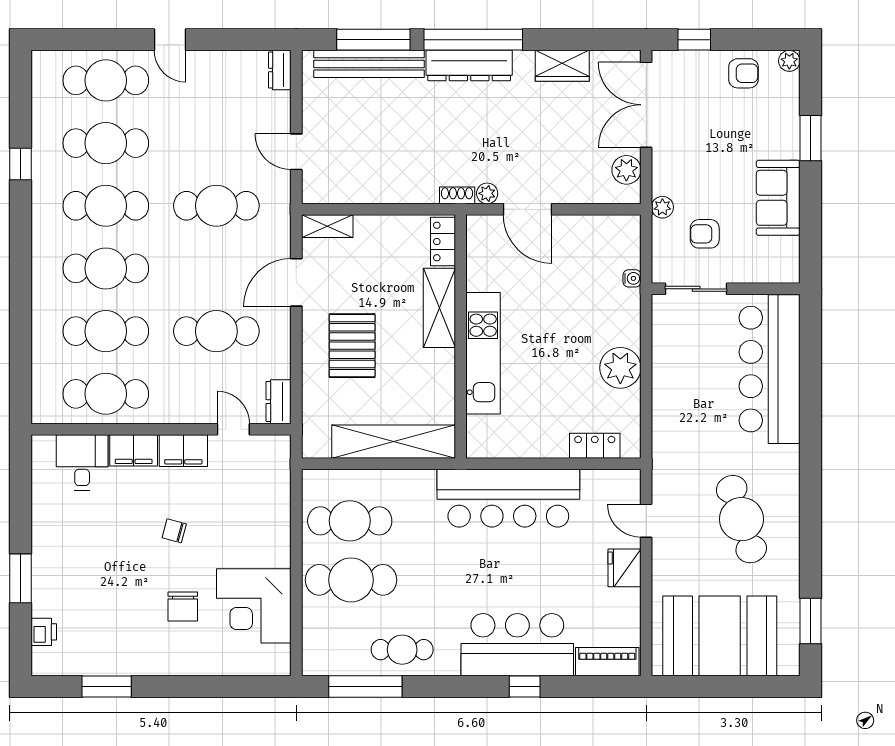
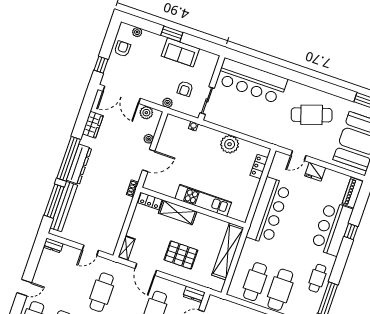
plant: (789, 61) -> (137, 32), moved
window: (810, 138) -> (172, 34), moved
plant: (487, 193) -> (149, 139), moved

